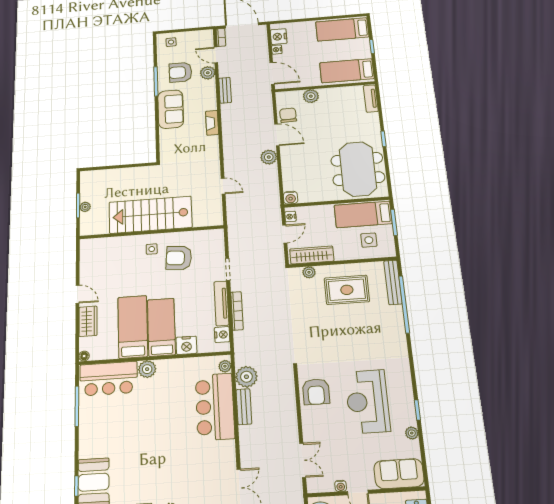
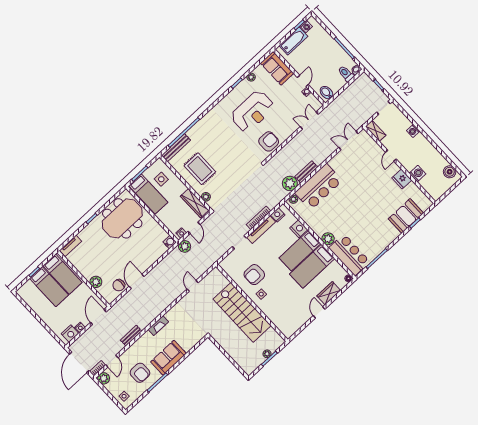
bed: (342, 29) -> (49, 287), moved
plant: (208, 73) -> (104, 378), moved
plant: (269, 157) -> (185, 246), moved
door: (285, 234) -> (194, 228), swing flipped
armchair: (179, 258) -> (254, 275), turned 85

